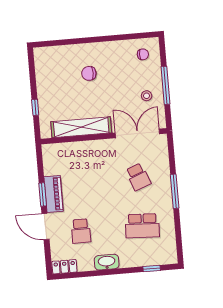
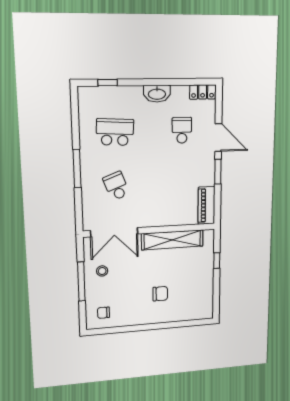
piano: (54, 194) -> (206, 205), moved

